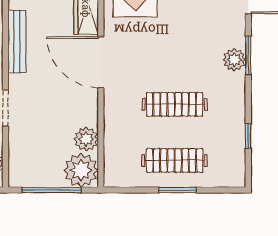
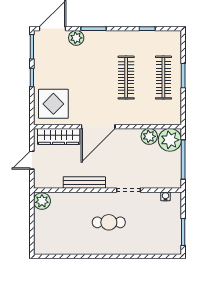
plant: (234, 60) -> (76, 38), moved

